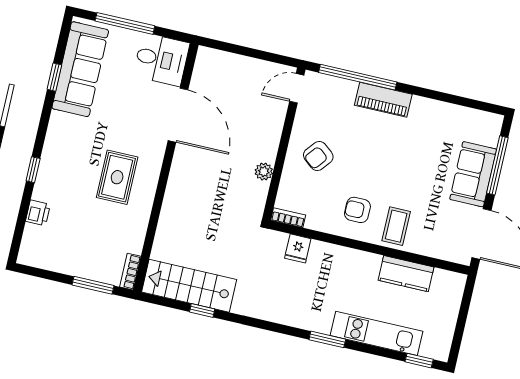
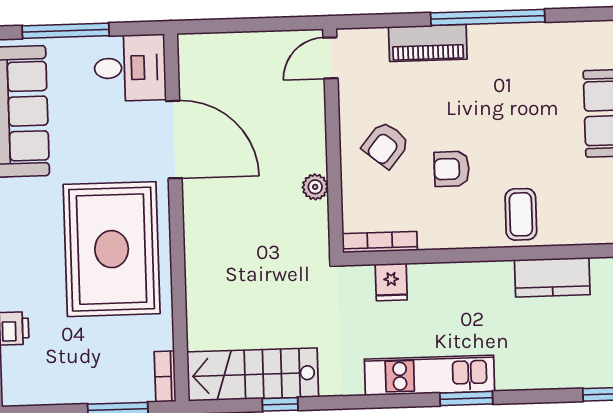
window: (358, 77) -> (488, 17), moved
piano: (383, 100) -> (428, 43), moved
rug: (117, 177) -> (112, 249), width x1.86, depth x2.06
armchair: (357, 210) -> (452, 169), moved
bookcase: (288, 218) -> (380, 242), width x1.56
kitchen unit: (376, 333) -> (430, 375), moved

